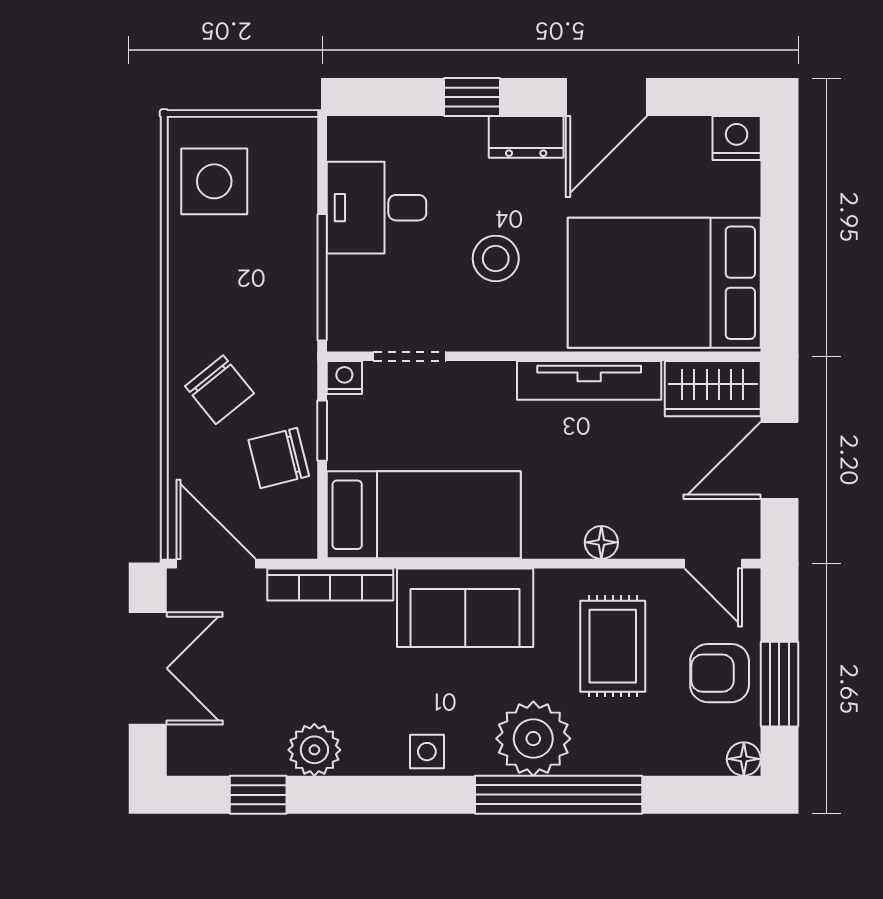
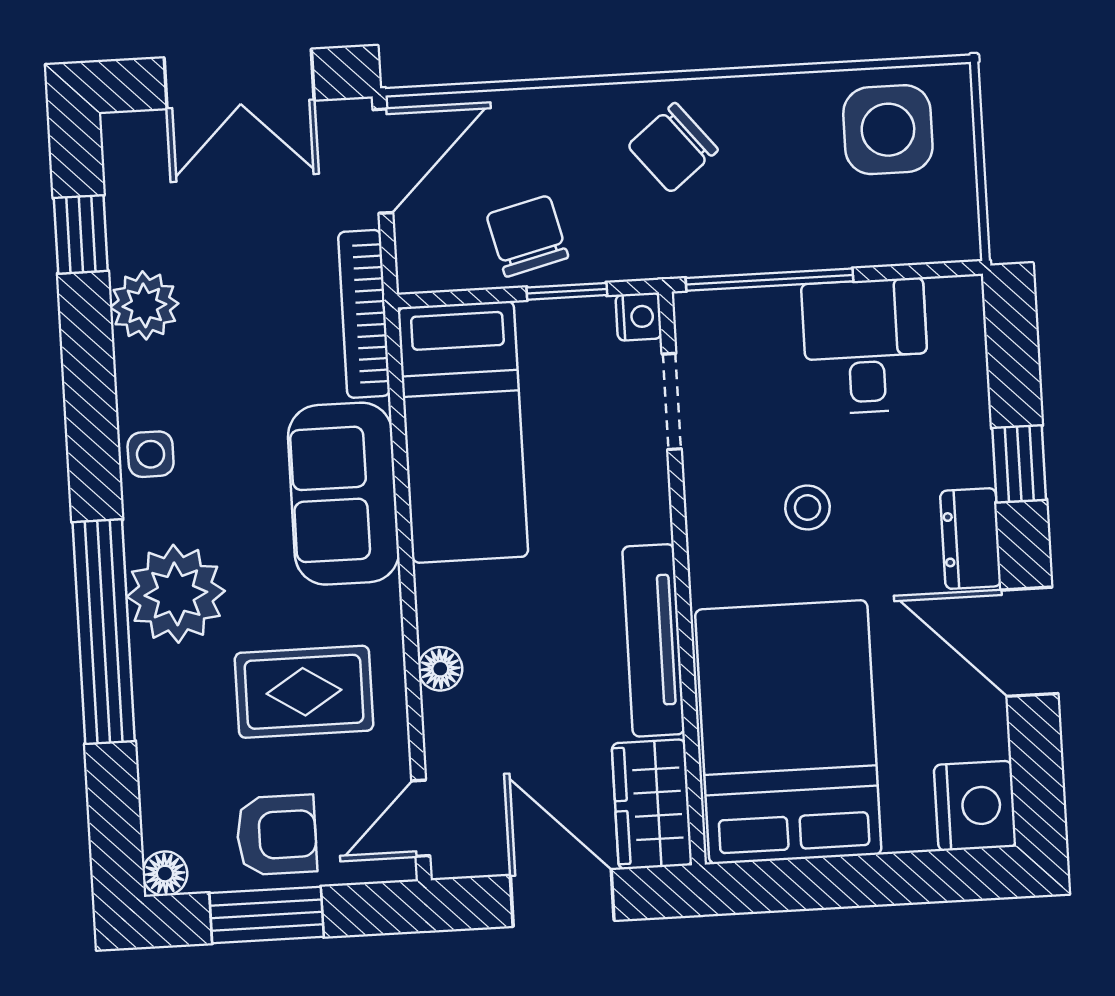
nightstand: (737, 138) -> (975, 806), width x1.36, depth x1.33
stool: (496, 258) -> (808, 508), width x0.73, depth x0.73
chair: (220, 390) -> (673, 148), moved
armchair: (720, 673) -> (277, 835), turned 90

